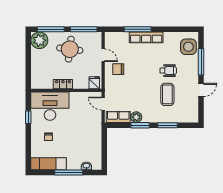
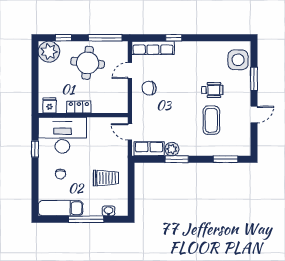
window: (51, 29) -> (63, 38), width x0.46
window: (138, 29) -> (174, 38), width x0.46
row of seats: (146, 37) -> (153, 48), moved
door: (103, 55) -> (130, 71), swing flipped
window: (201, 62) -> (254, 79), width x0.69
fridge: (94, 83) -> (49, 105), moved
window: (167, 125) -> (226, 159), moved
trolley: (84, 140) -> (106, 178), added

